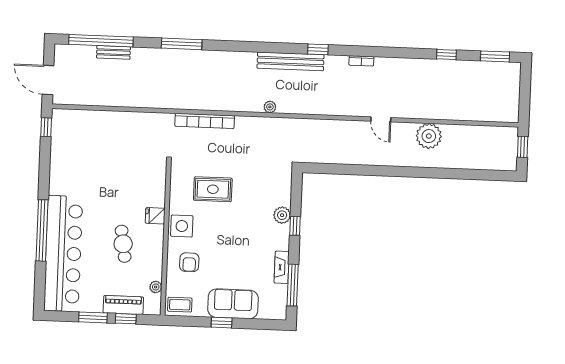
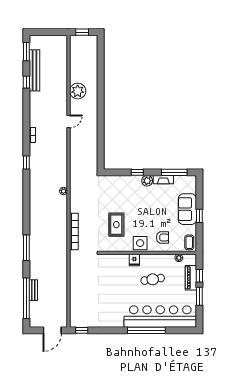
bench: (290, 61) -> (35, 70), moved
plant: (282, 215) -> (147, 181), moved

